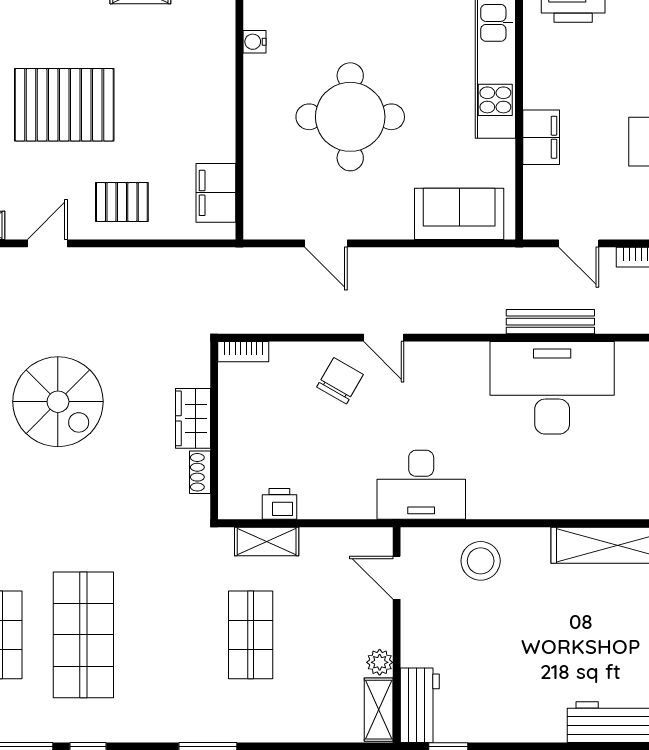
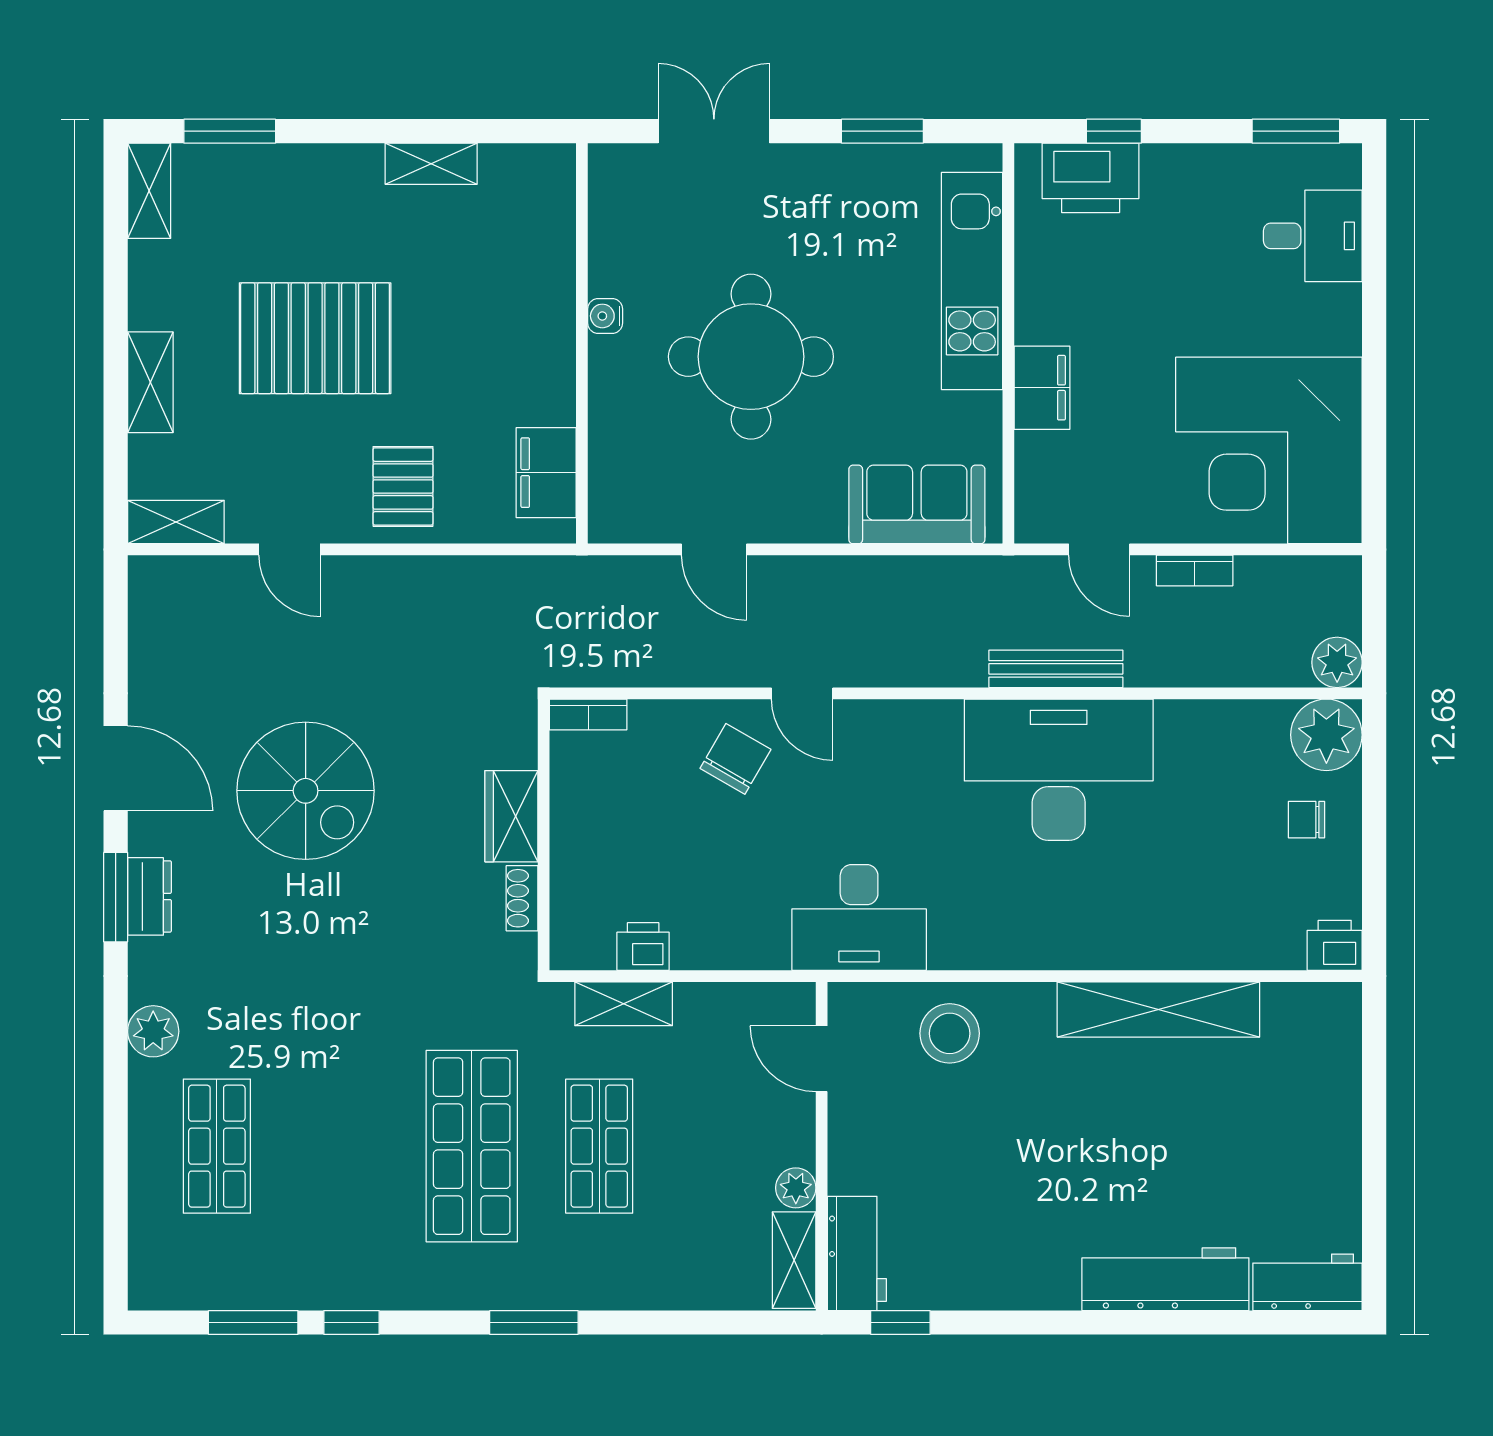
water cooler: (255, 42) -> (605, 316), moved
pallet: (122, 202) -> (403, 486), turned 90
door: (47, 243) -> (289, 549), swing flipped
shop shelf: (83, 635) -> (472, 1146), moved

